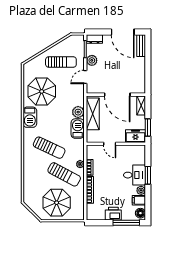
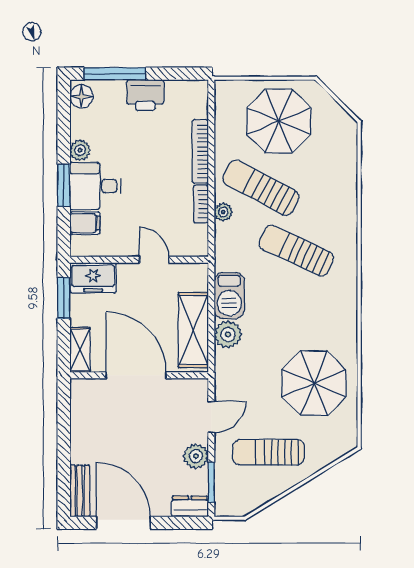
barbecue: (30, 117) -> (342, 322), removed
filing cabinet: (139, 200) -> (85, 223), moved

